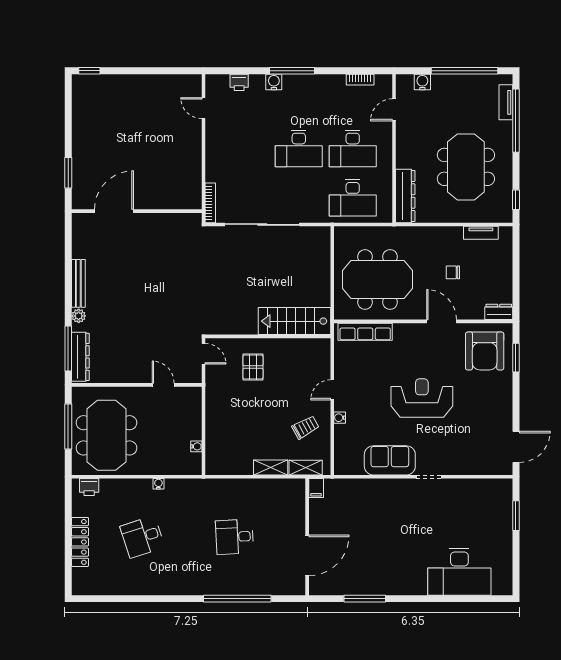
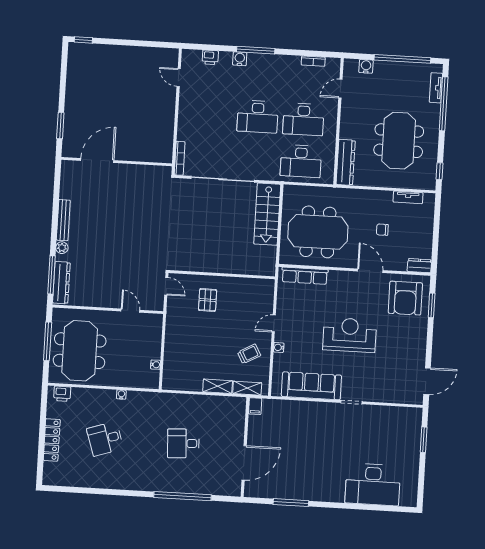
stairs: (294, 321) -> (267, 214), moved, turned -90
sofa: (390, 460) -> (311, 386), width x1.36

